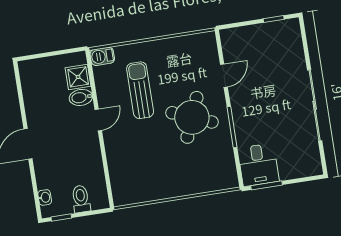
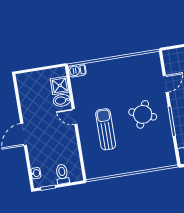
sun lounger: (140, 90) -> (106, 129), moved
round table: (192, 117) -> (143, 114), width x0.73, depth x0.73
door: (98, 120) -> (75, 117), swing flipped

